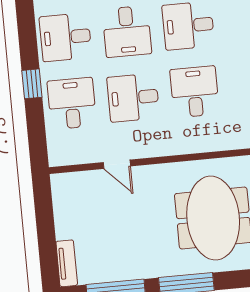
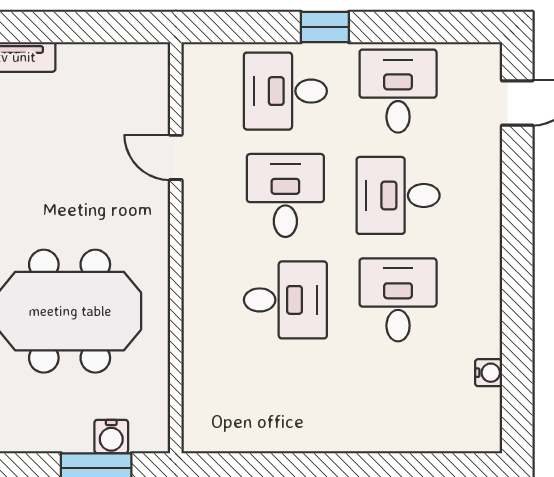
desk: (72, 103) -> (285, 91), turned 180
door: (117, 164) -> (176, 157), hinge flipped

